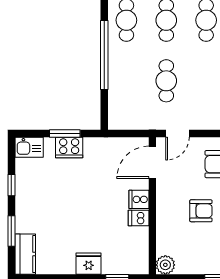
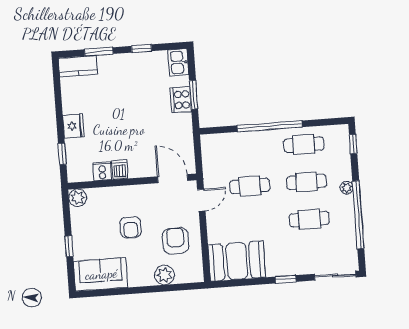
door: (177, 133) -> (201, 200), swing flipped
cooker: (139, 199) -> (102, 171), moved

